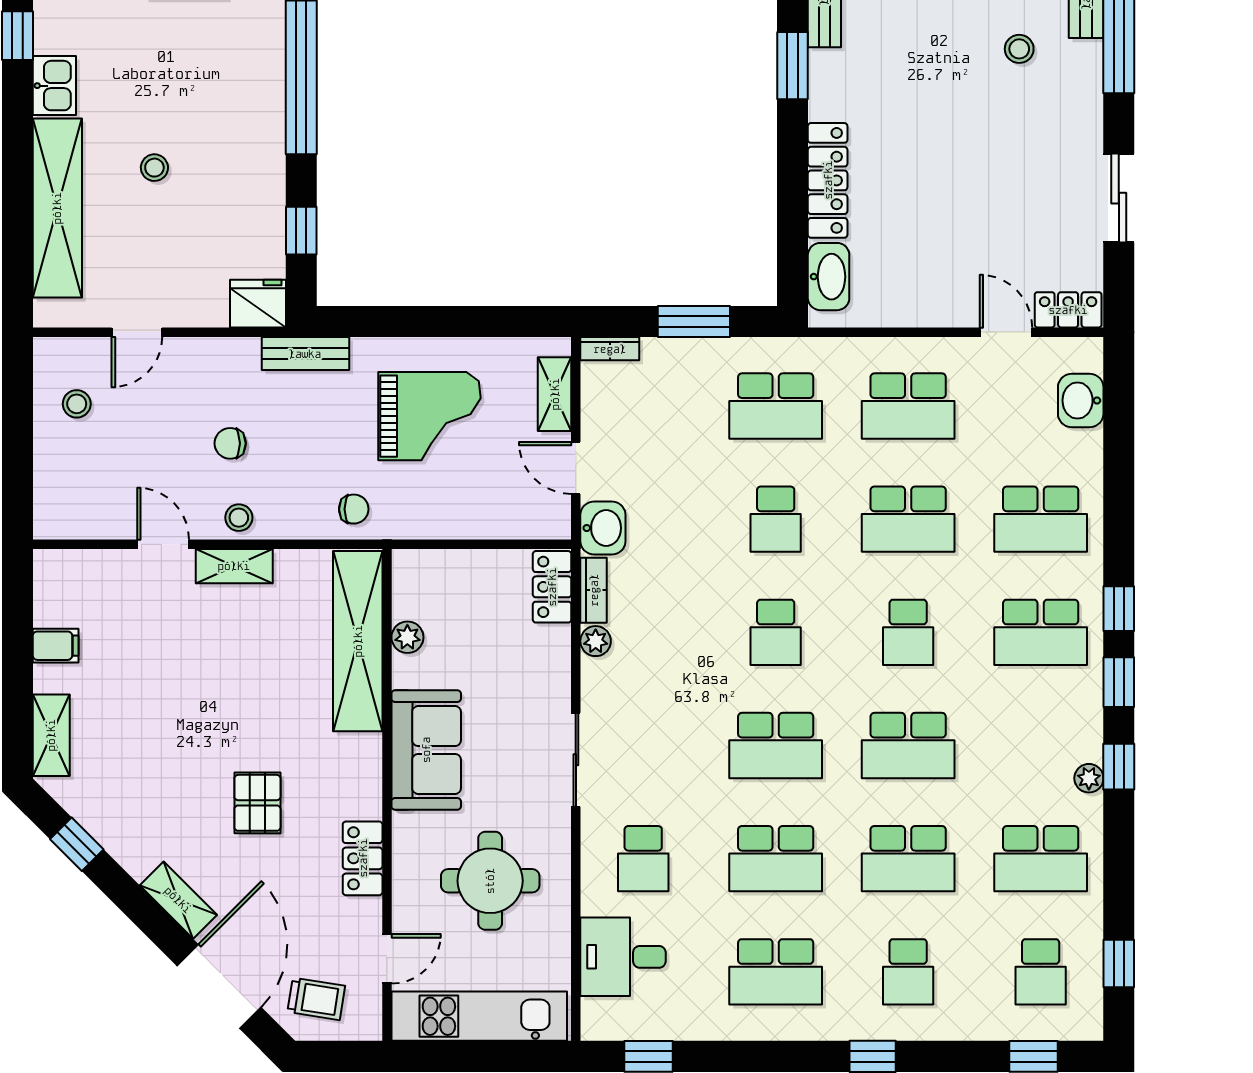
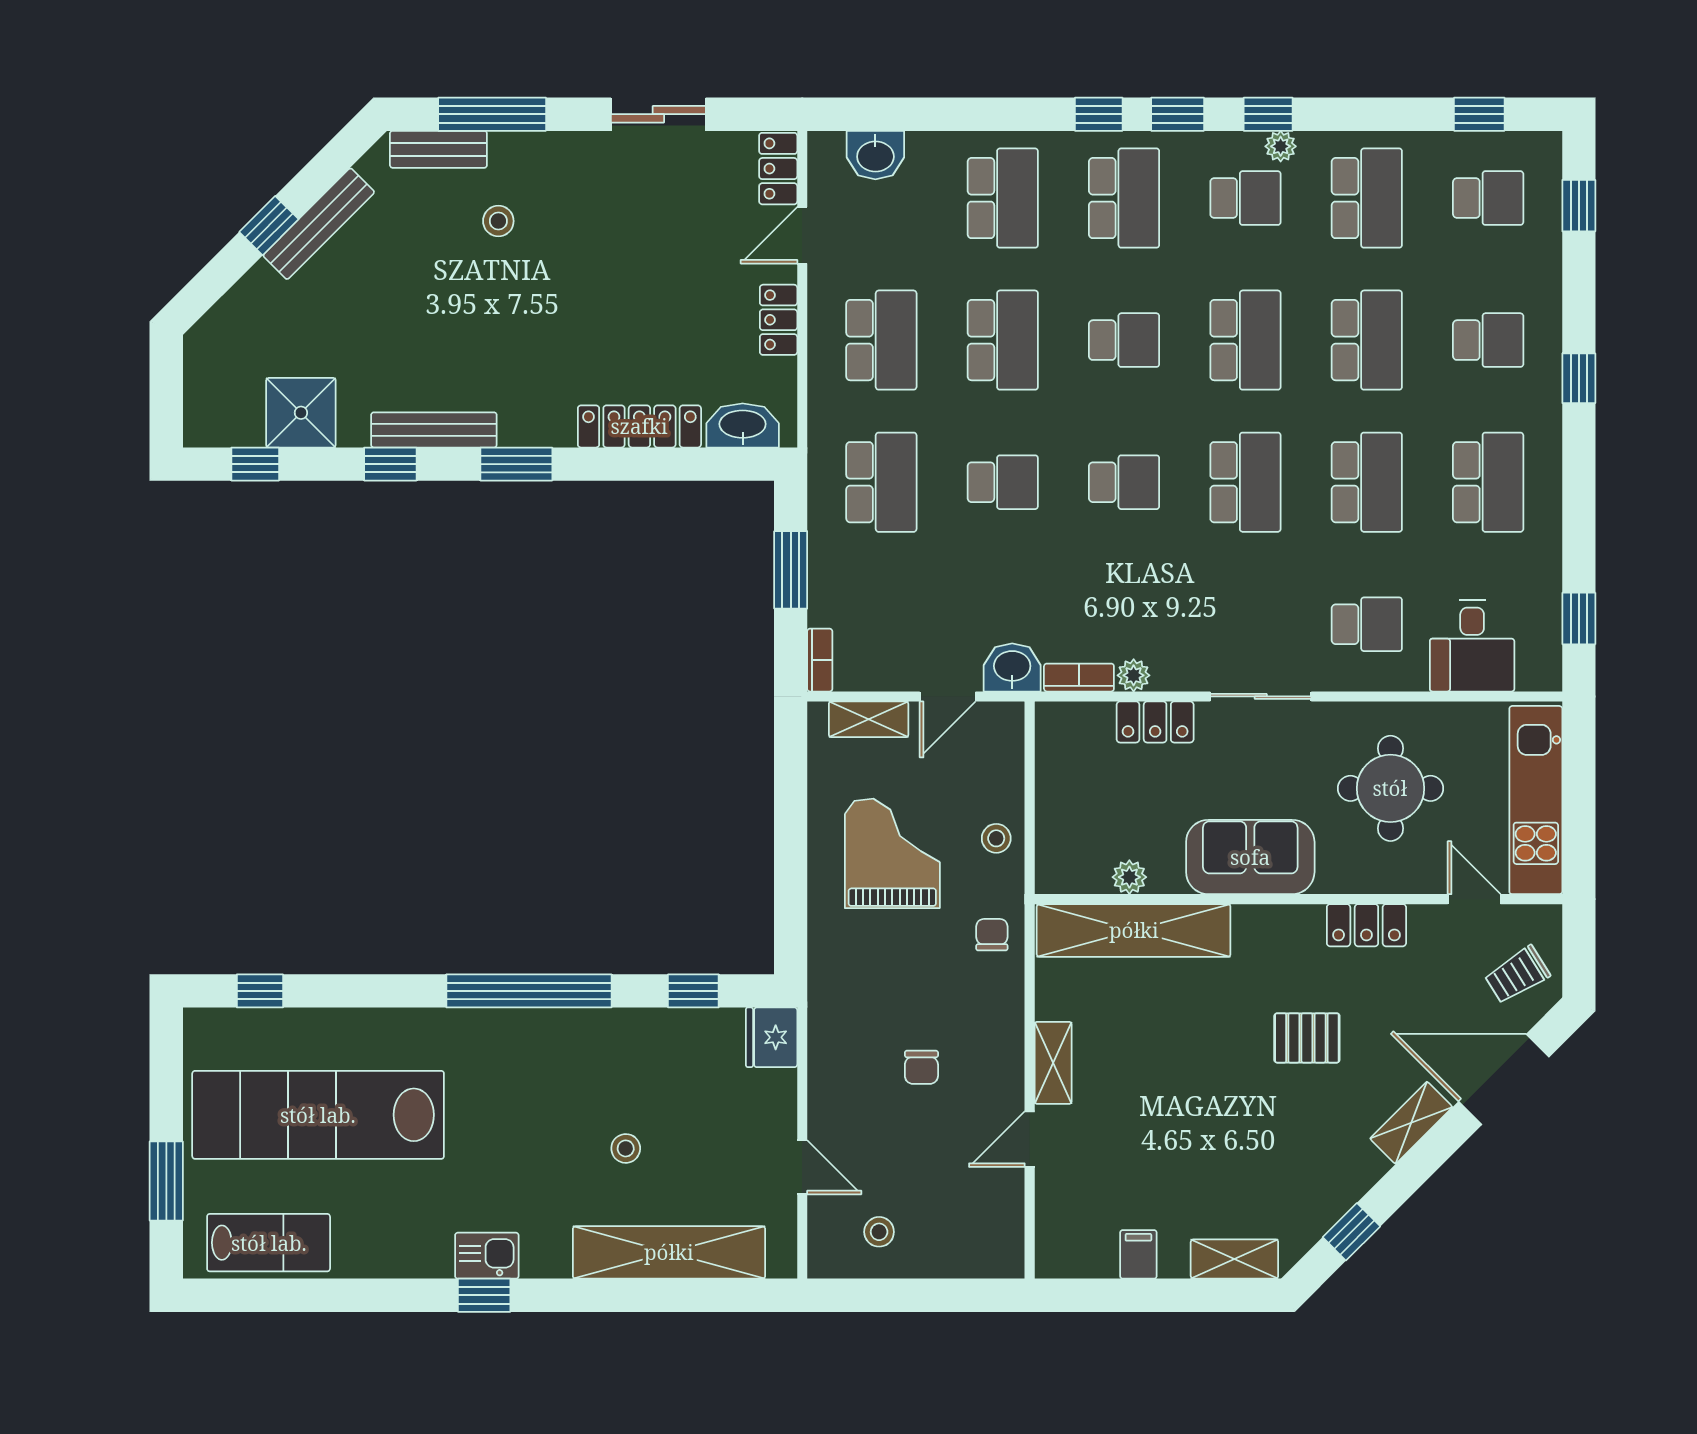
kitchen sink: (54, 86) -> (487, 1256), moved
locker: (927, 310) -> (779, 320), added
bench: (305, 354) -> (825, 986), removed
stool: (239, 518) -> (996, 838), moved
locker: (552, 587) -> (1155, 722), moved
school desk: (1041, 745) -> (1245, 198), added
trolley: (316, 999) -> (1517, 975), turned -131

